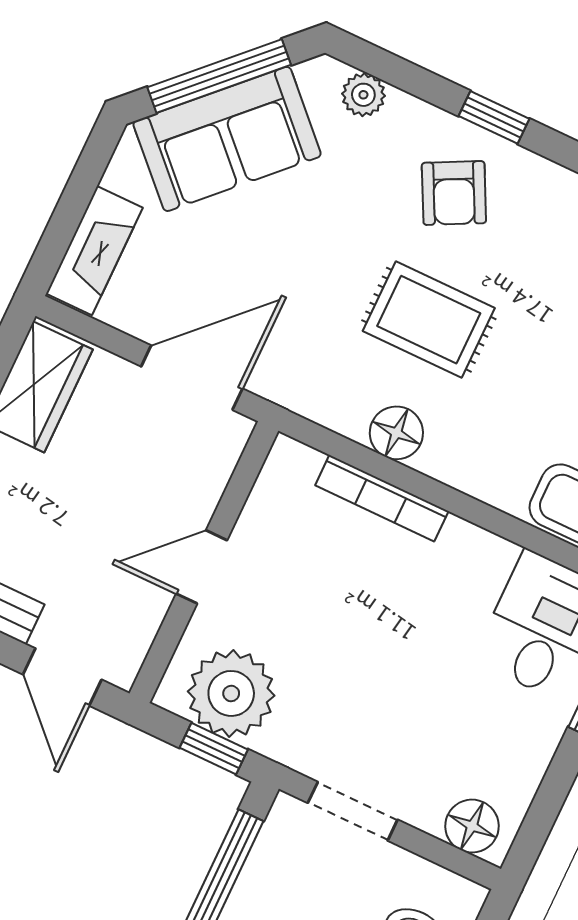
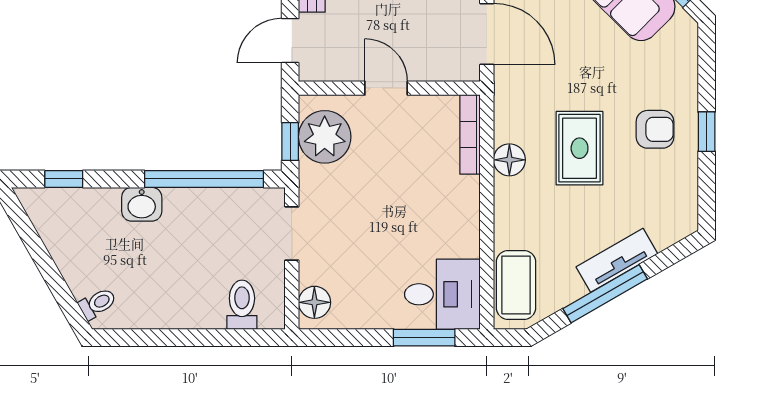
plant: (363, 95) -> (685, 55), removed
armchair: (454, 193) -> (655, 129), turned -153
bookcase: (382, 498) -> (470, 134), moved

